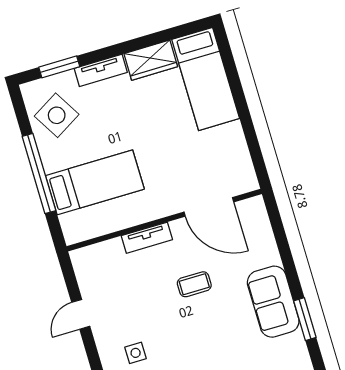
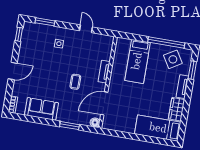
window: (39, 174) -> (166, 43), moved
floor lamp: (255, 207) -> (95, 123), added
sofa: (273, 302) -> (41, 109), moved
window: (305, 319) -> (70, 126), moved

